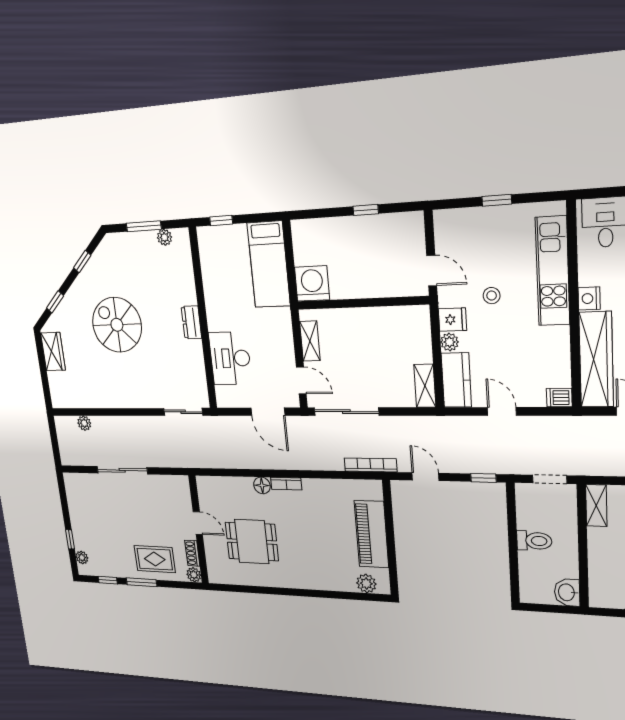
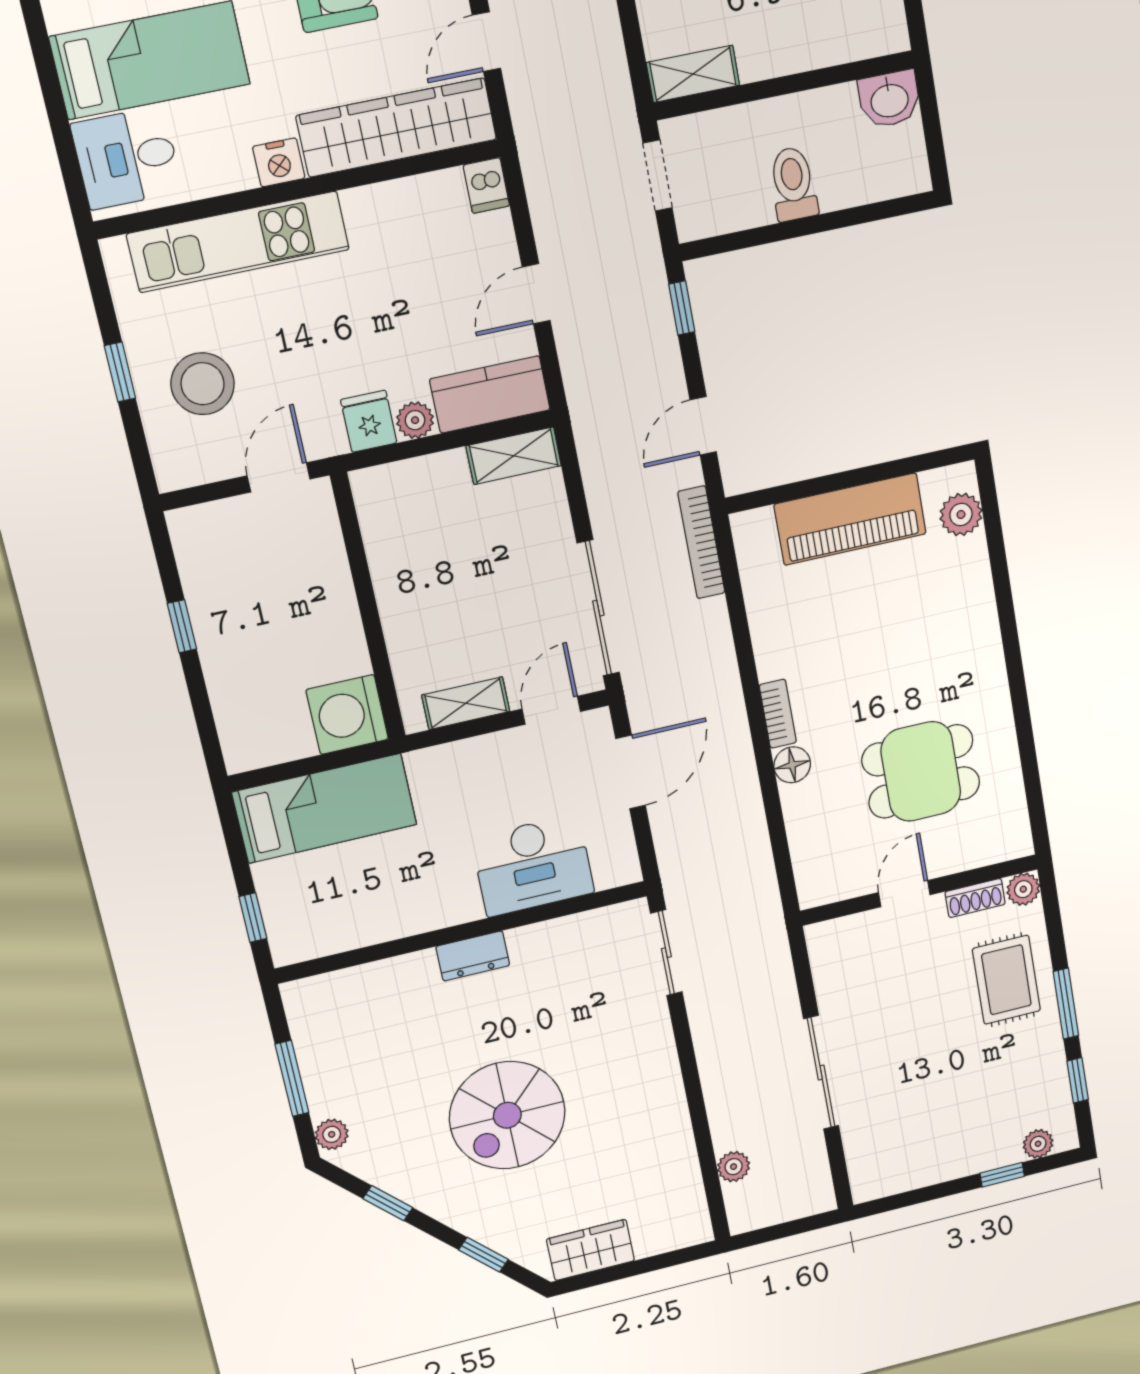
plant: (164, 237) -> (332, 1134), moved
stool: (492, 296) -> (203, 384), moved, width x1.89, depth x1.89
dining table: (252, 542) -> (921, 771), turned 90

